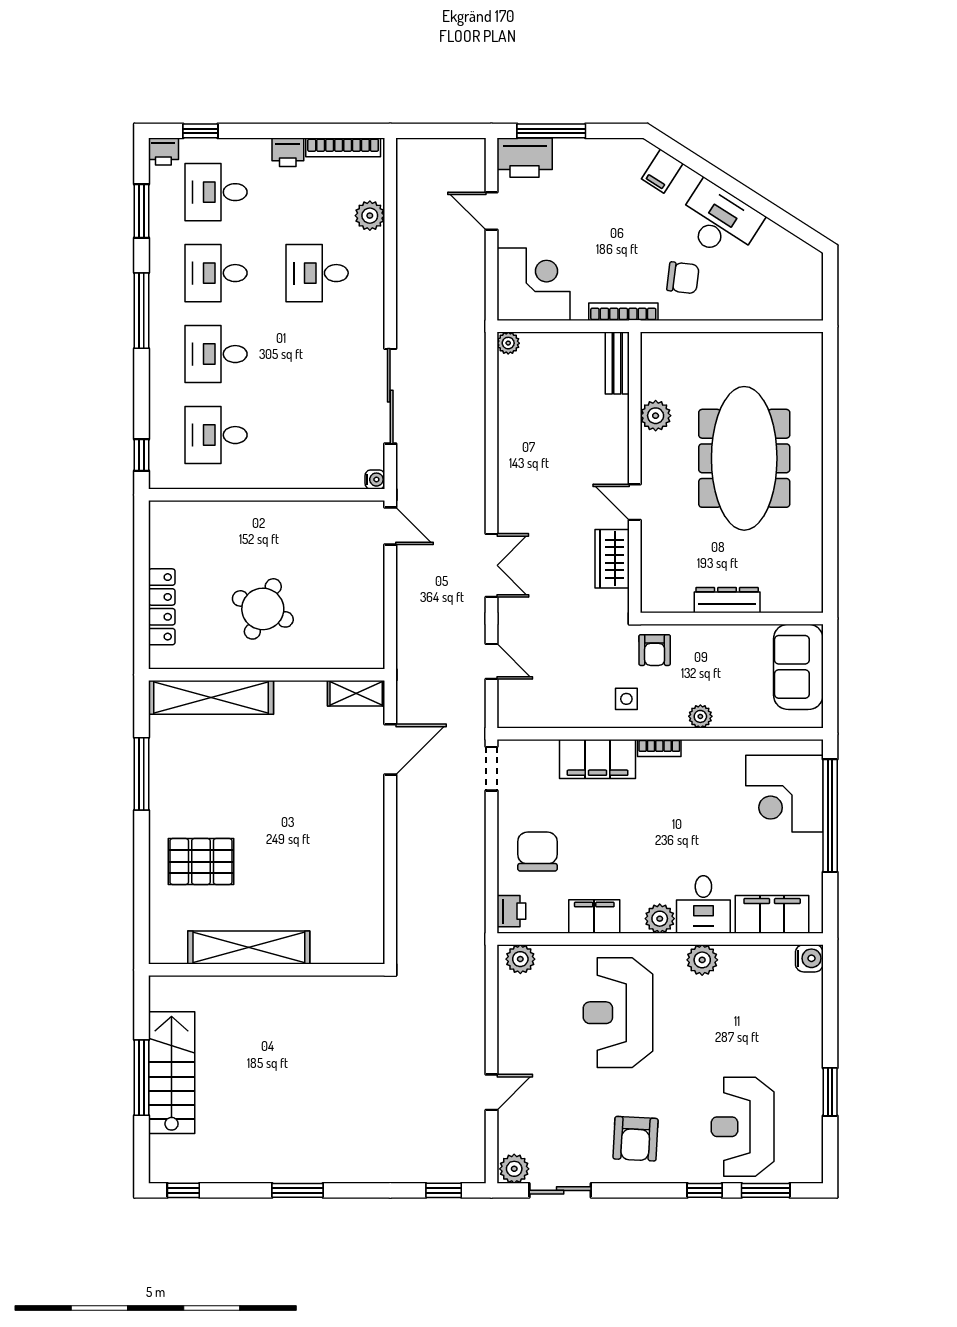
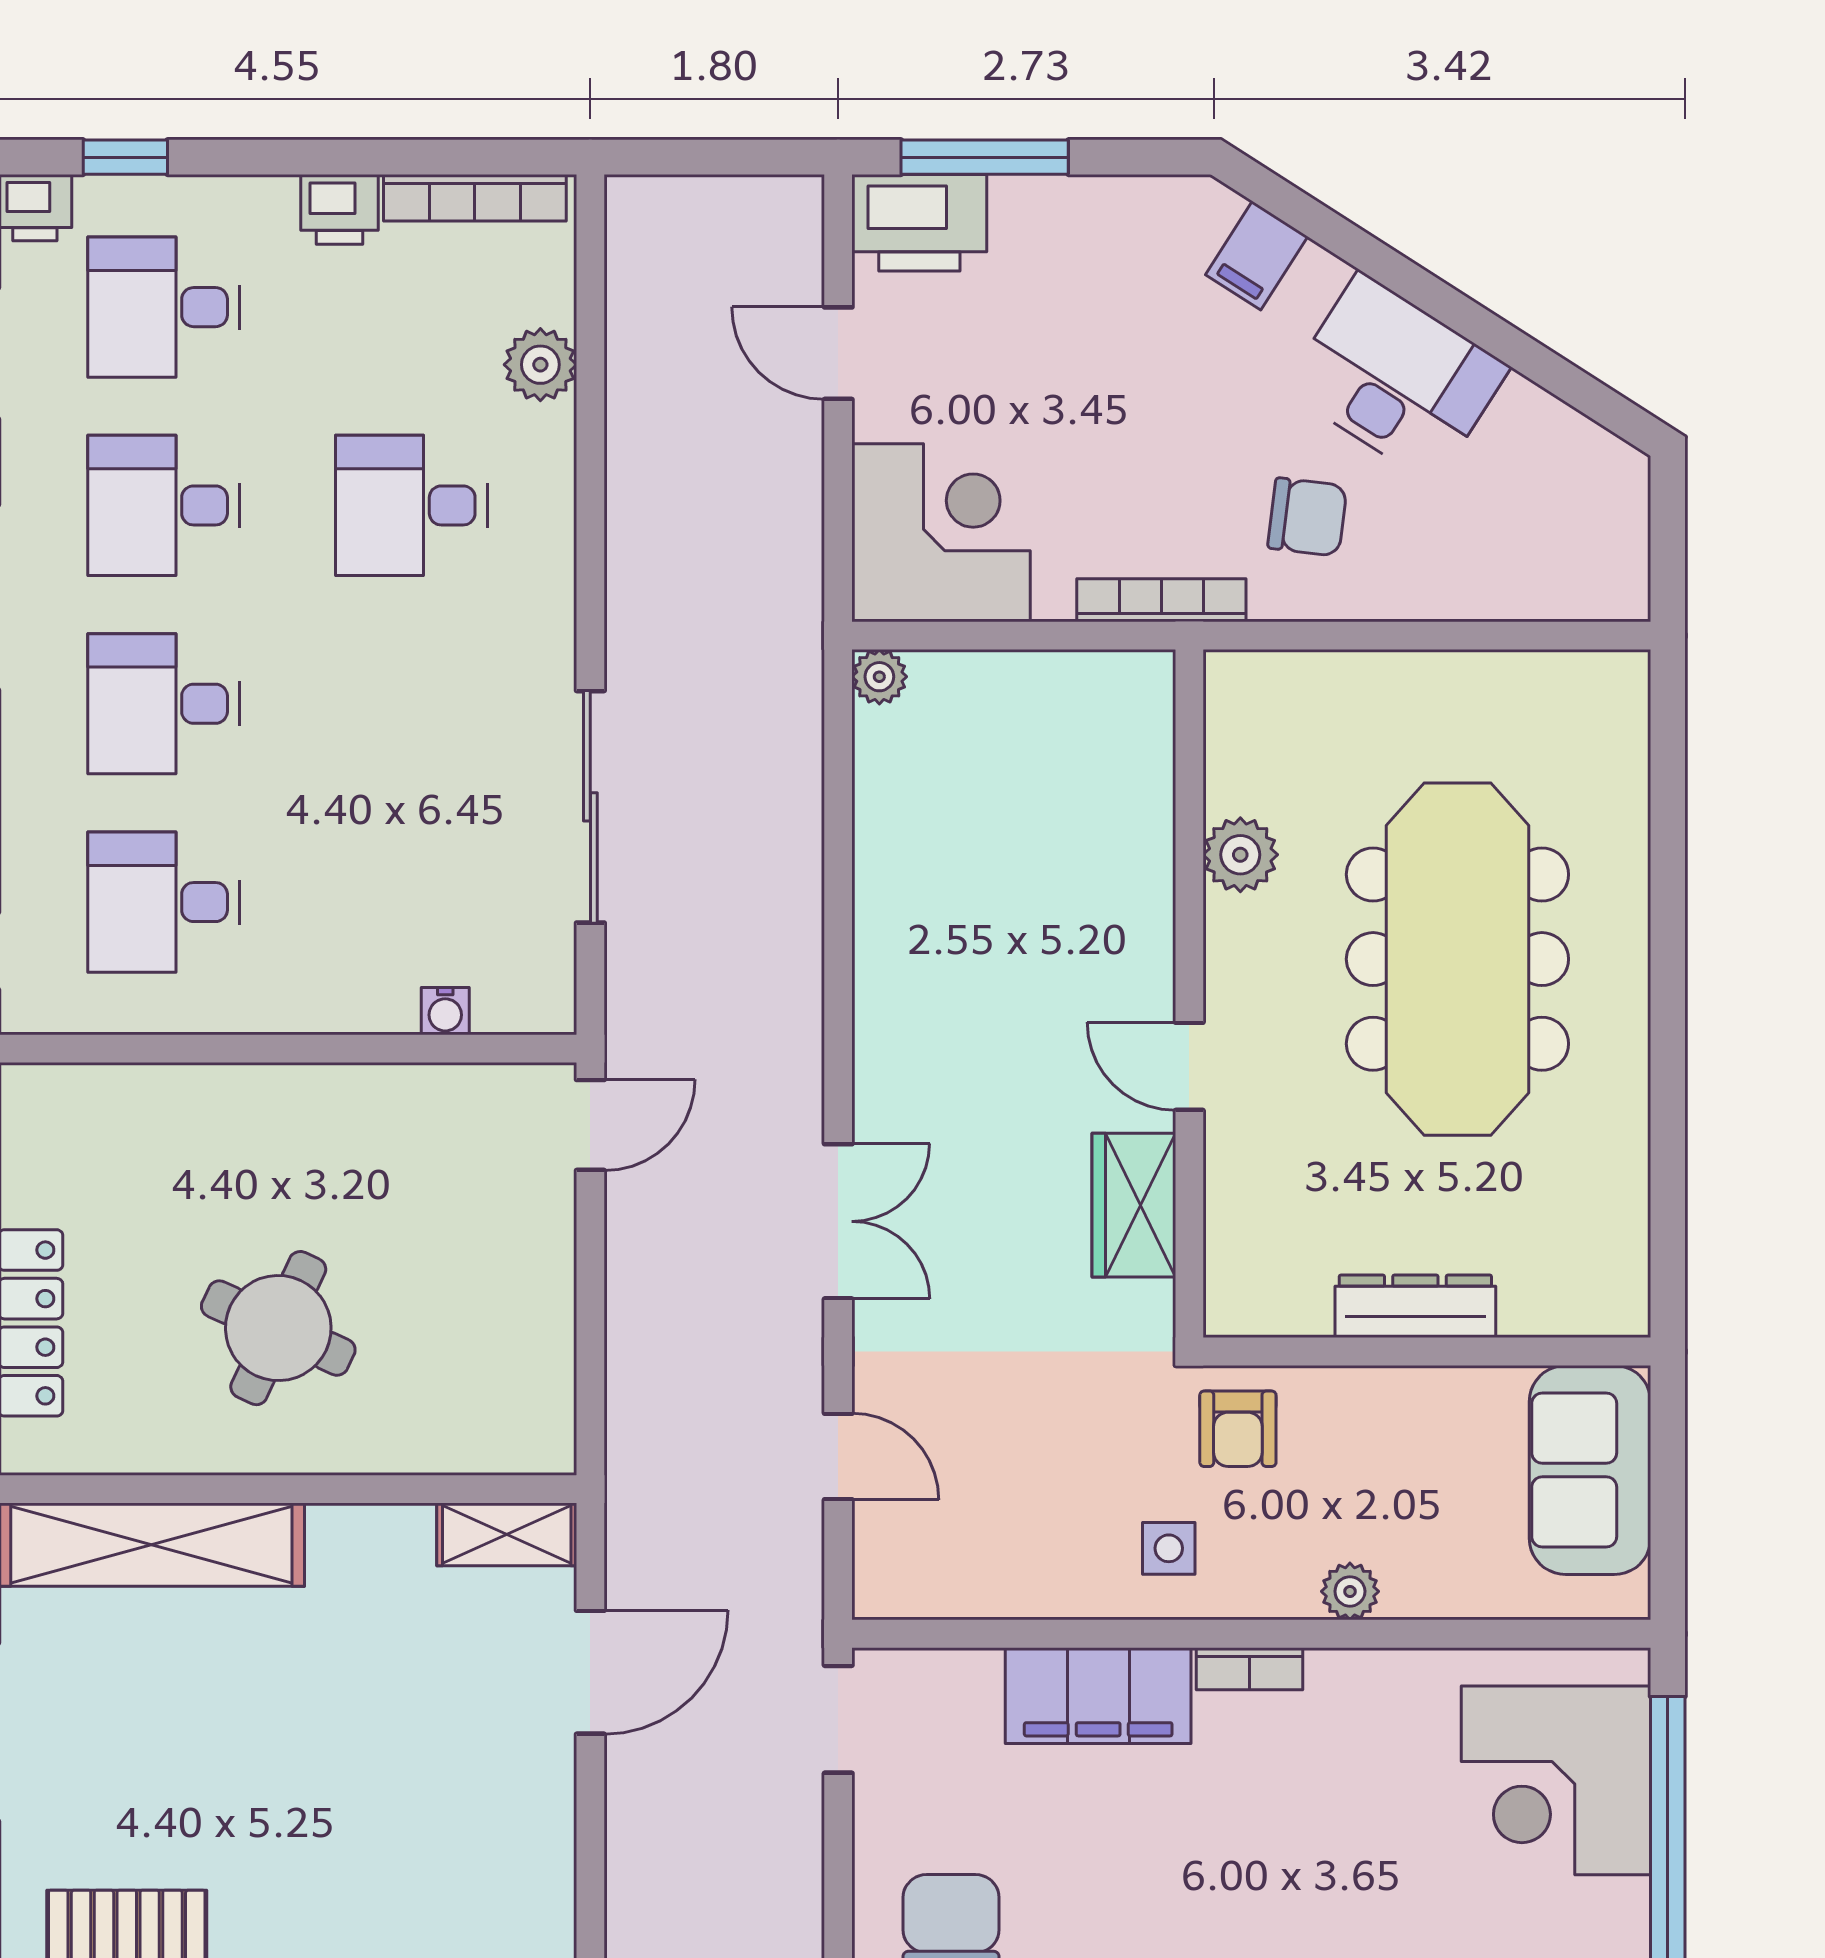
bench: (617, 363) -> (1146, 726), removed
water cooler: (375, 480) -> (445, 1011), moved, turned 90
door: (390, 526) -> (590, 1125), hinge flipped

